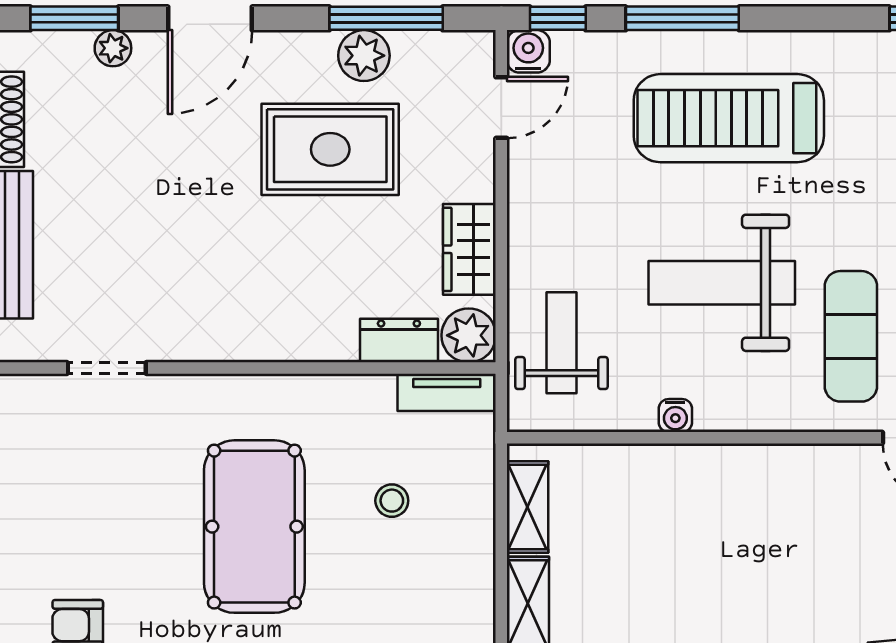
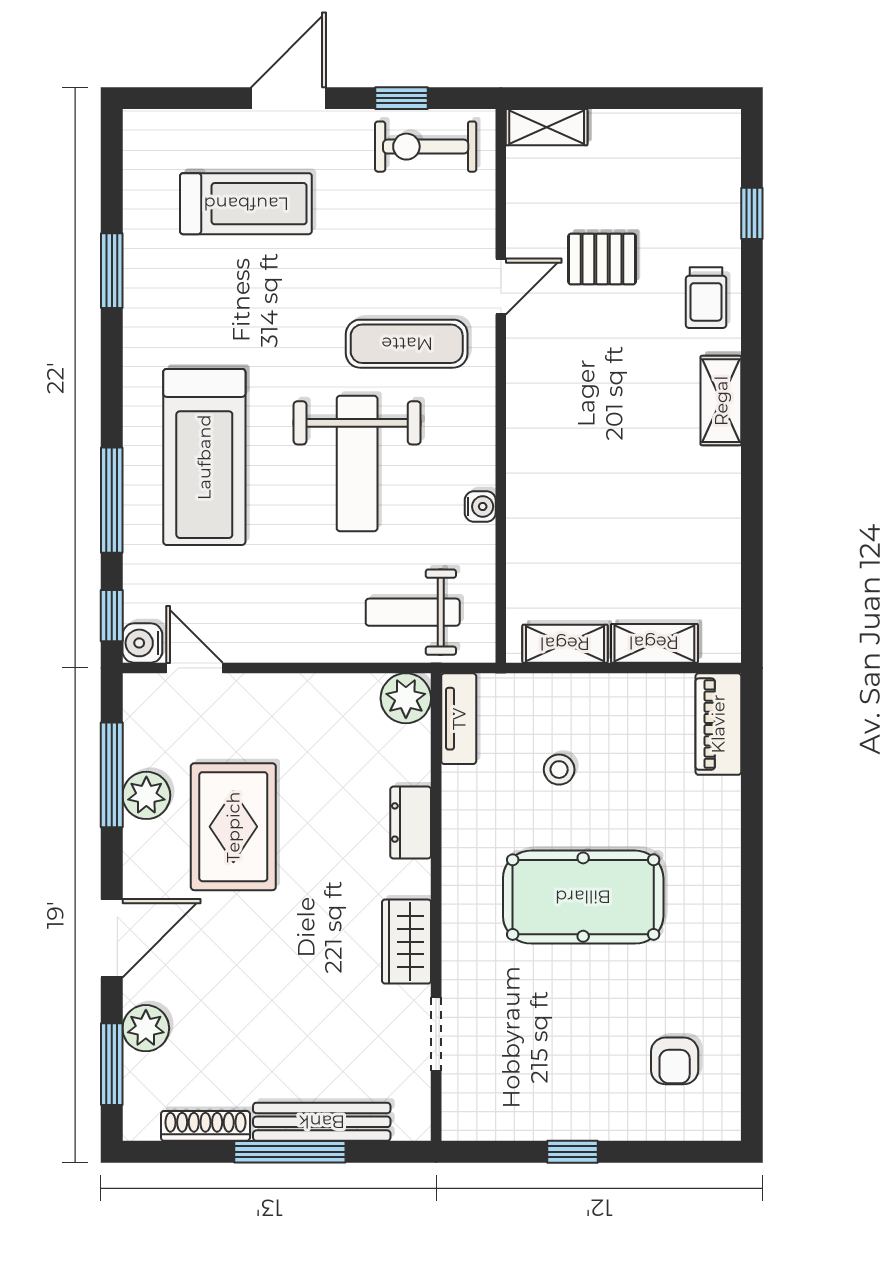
door: (210, 18) -> (112, 938), hinge flipped
plant: (113, 48) -> (146, 1028), width x1.38, depth x1.38
wardrobe: (469, 249) -> (407, 942), moved, turned 90
dresser: (399, 341) -> (411, 823), moved

